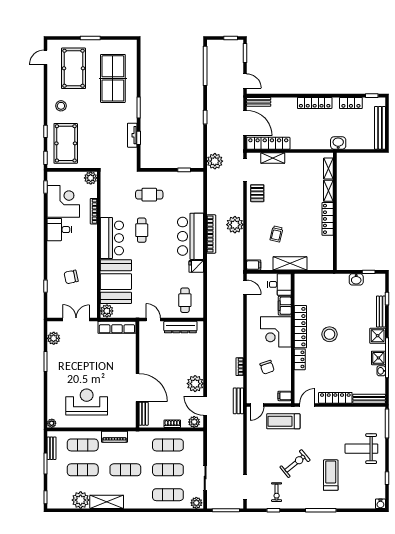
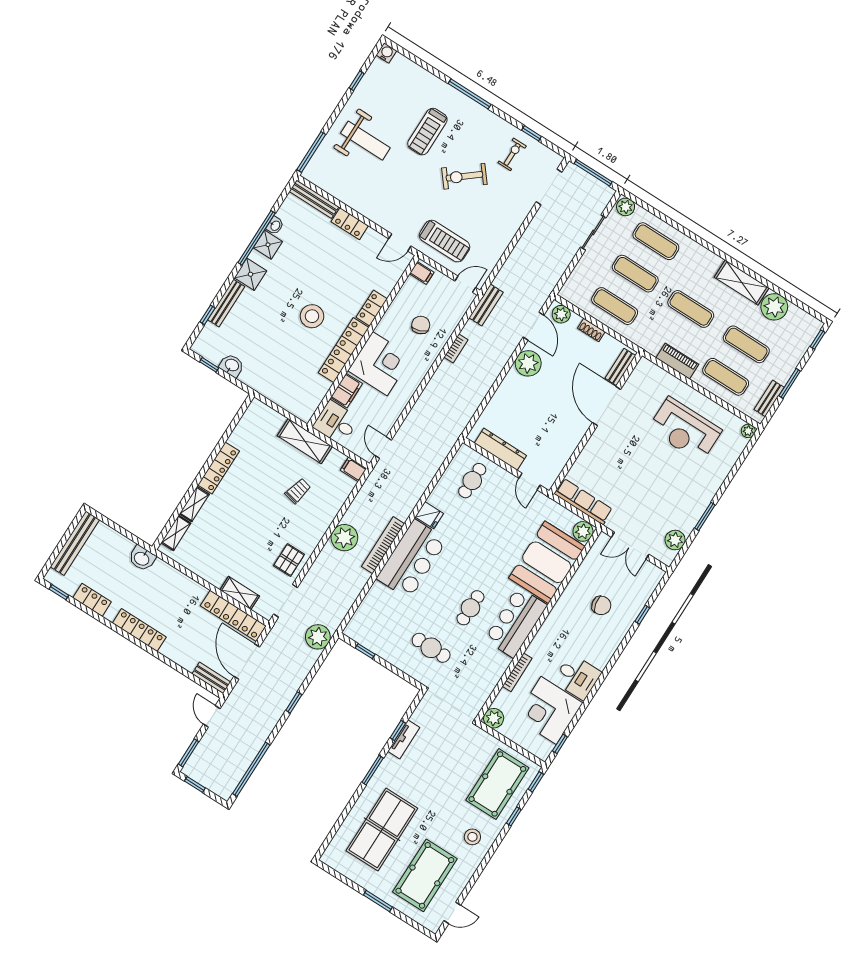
locker: (335, 398) -> (350, 224), width x0.66

